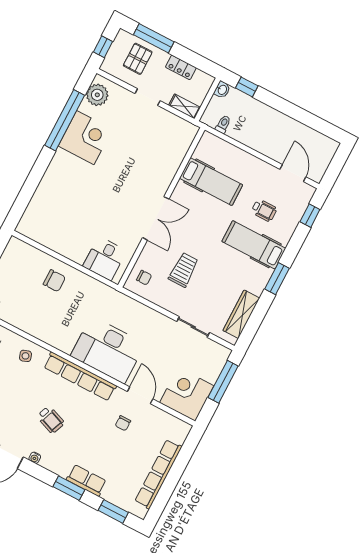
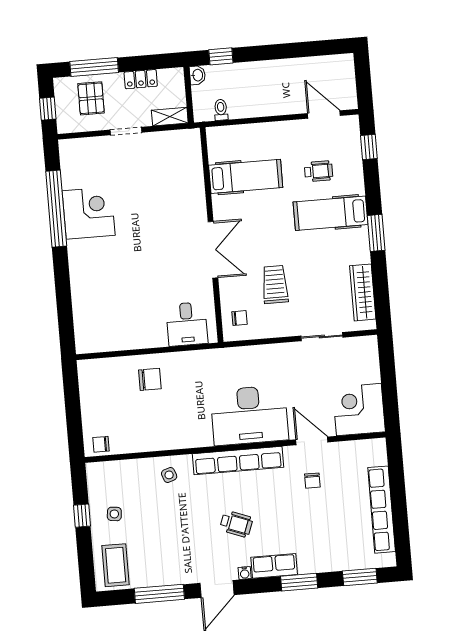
plant: (97, 95) -> (73, 161), removed
window: (223, 382) -> (388, 373), removed
row of seats: (86, 480) -> (274, 566), moved

